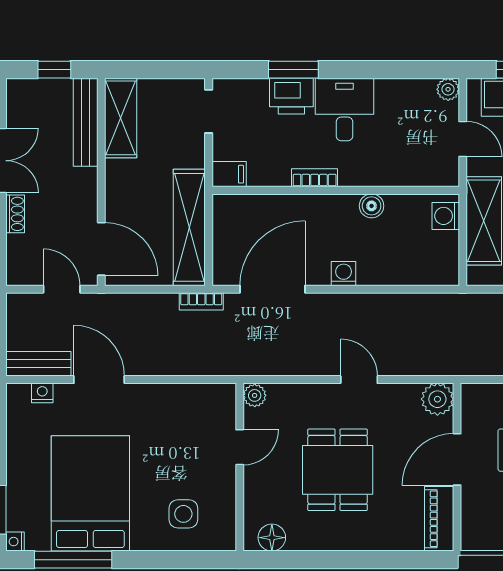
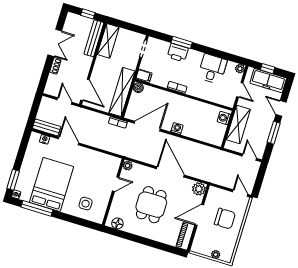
desk: (345, 109) -> (212, 69), moved
boiler: (372, 206) -> (138, 88), moved
door: (359, 380) -> (170, 172), width x1.88

